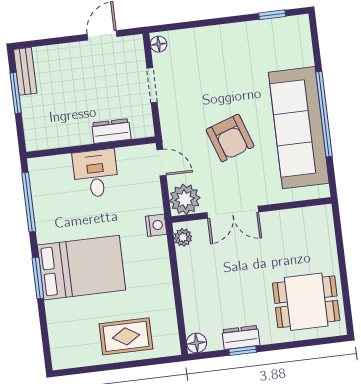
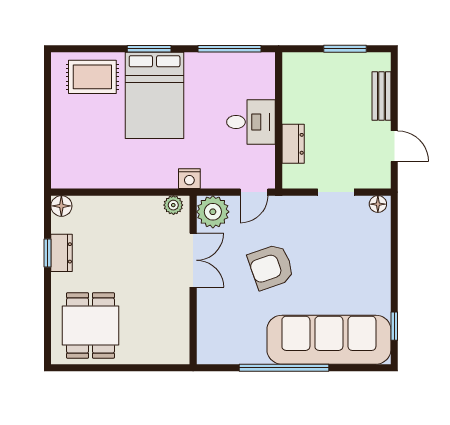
bench: (25, 71) -> (381, 96), moved, turned 90
sofa: (299, 128) -> (329, 340), moved
double door: (233, 212) -> (193, 260), swing flipped
rug: (126, 336) -> (92, 77), moved, turned 90

